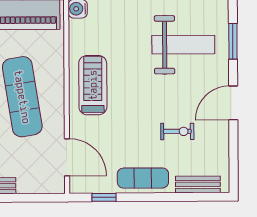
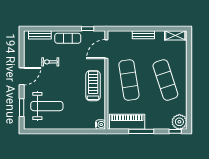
weight bench: (183, 45) -> (47, 106), turned 180
treadmill: (93, 85) -> (93, 86), turned 180
door: (67, 157) -> (106, 49), hinge flipped

